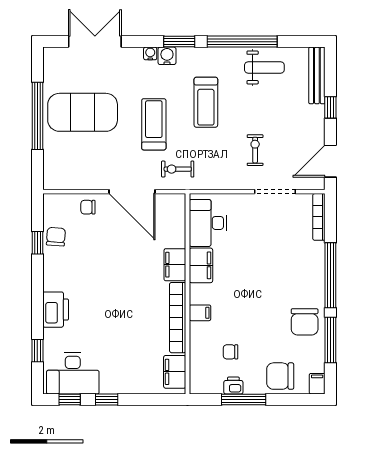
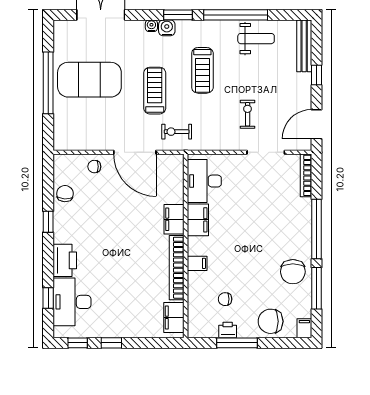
window: (37, 243) -> (48, 222), moved
desk: (73, 374) -> (72, 302), moved, turned 90

